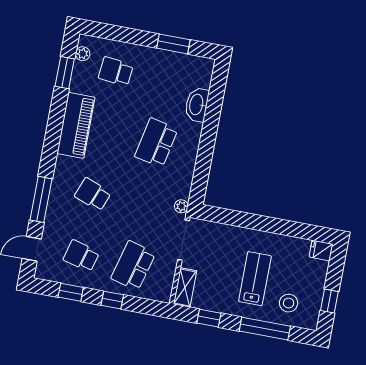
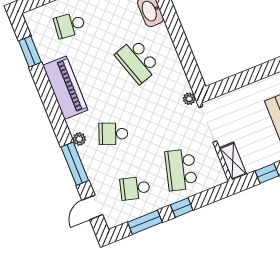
plant: (83, 54) -> (79, 139), moved
school desk: (156, 143) -> (137, 61), turned -30
window: (71, 292) -> (145, 222), width x1.50

